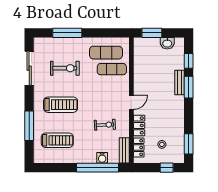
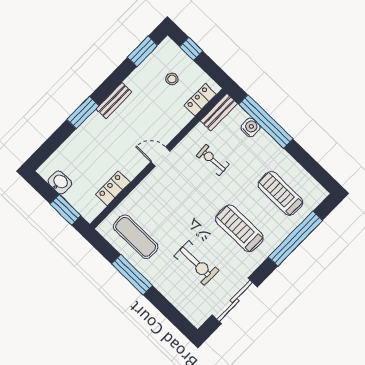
window: (67, 33) -> (132, 275), moved
window: (189, 61) -> (55, 141), removed
exercise bike: (65, 68) -> (196, 263), turned 180
exercise mat: (112, 69) -> (147, 213), removed
bench: (179, 82) -> (114, 101), moved
locker: (139, 125) -> (113, 188), moved
window: (29, 126) -> (295, 239), width x1.46

